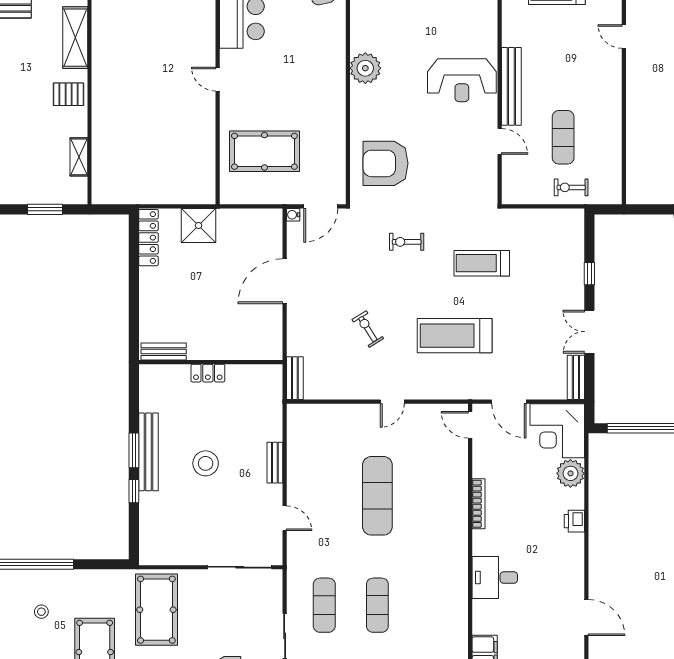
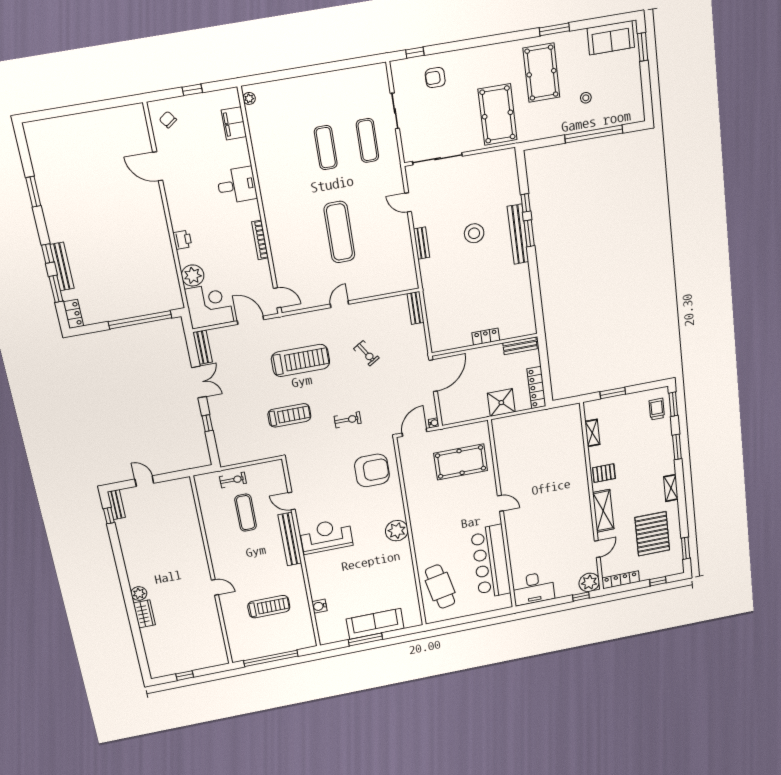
bench: (164, 352) -> (520, 346), moved
wall: (211, 362) -> (485, 345), moved
locker: (208, 373) -> (486, 337), moved

